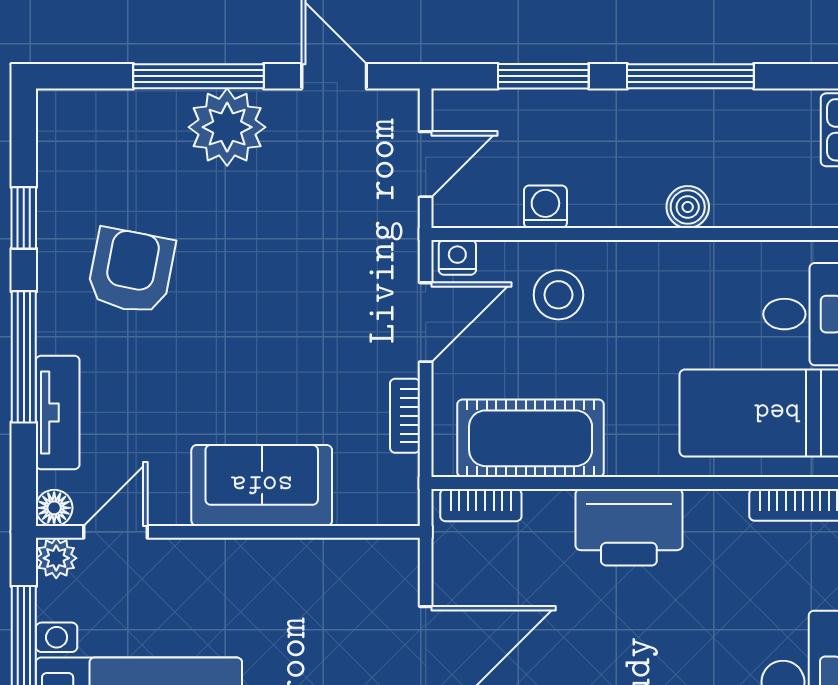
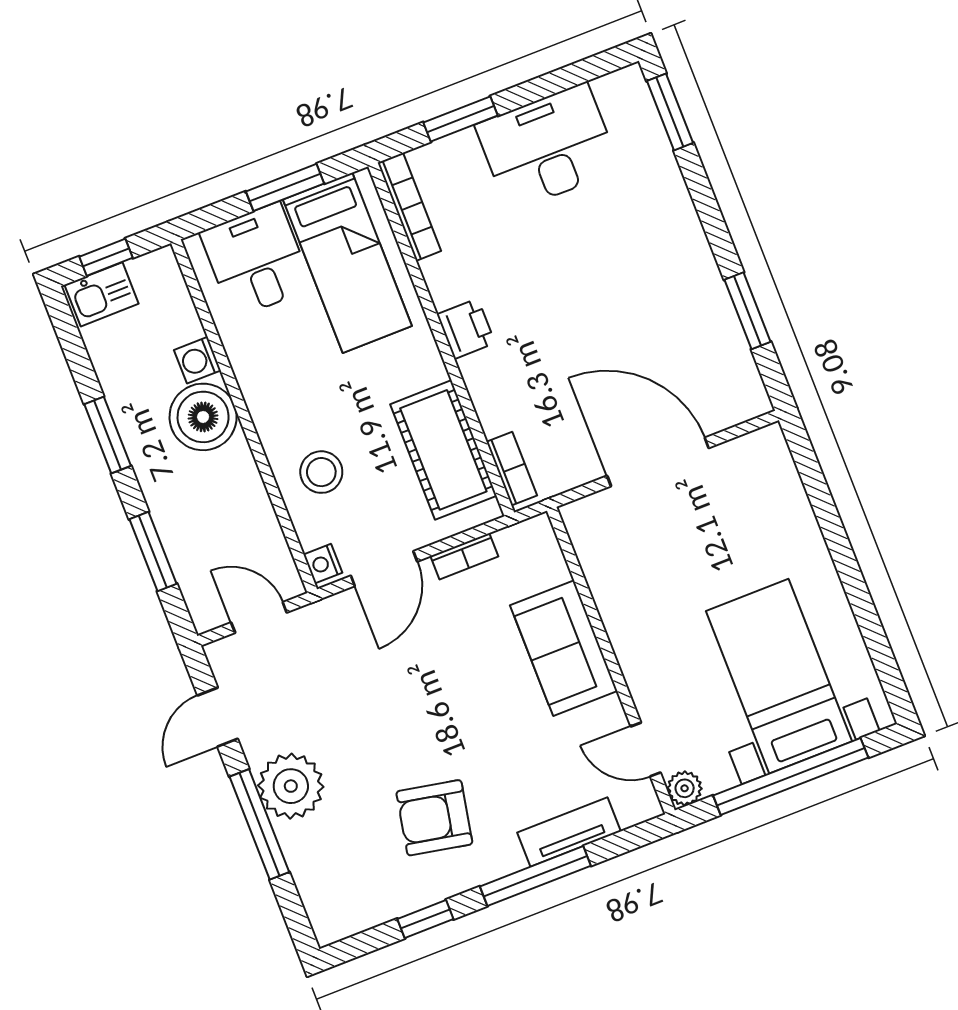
window: (690, 76) -> (108, 435), width x0.69
washing machine: (545, 207) -> (197, 360), moved
boiler: (688, 207) -> (203, 417), width x1.86, depth x1.86
door: (426, 322) -> (384, 569), swing flipped
floor lamp: (54, 508) -> (645, 805), removed
printer: (629, 527) -> (466, 329), width x0.53, depth x0.68

